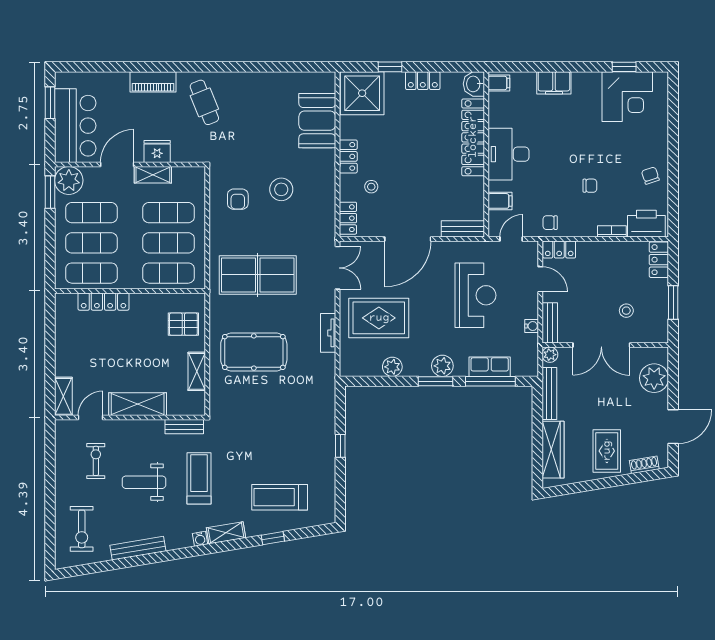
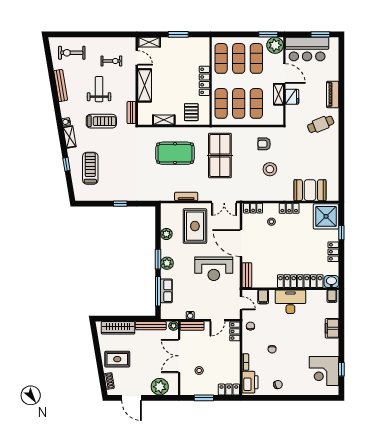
reception desk: (475, 295) -> (214, 269), moved
locker: (103, 302) -> (204, 81), moved
window: (50, 346) -> (178, 34), added
pool table: (254, 352) -> (175, 153), turned 90

